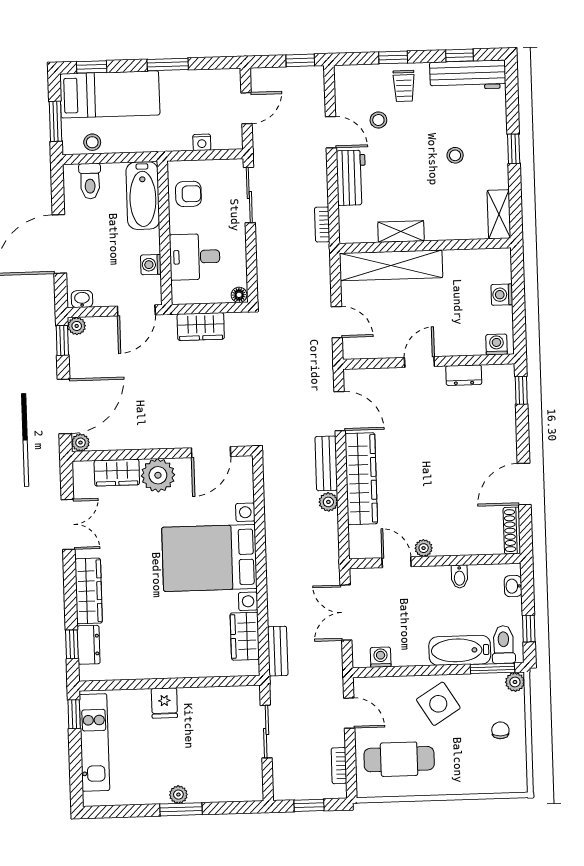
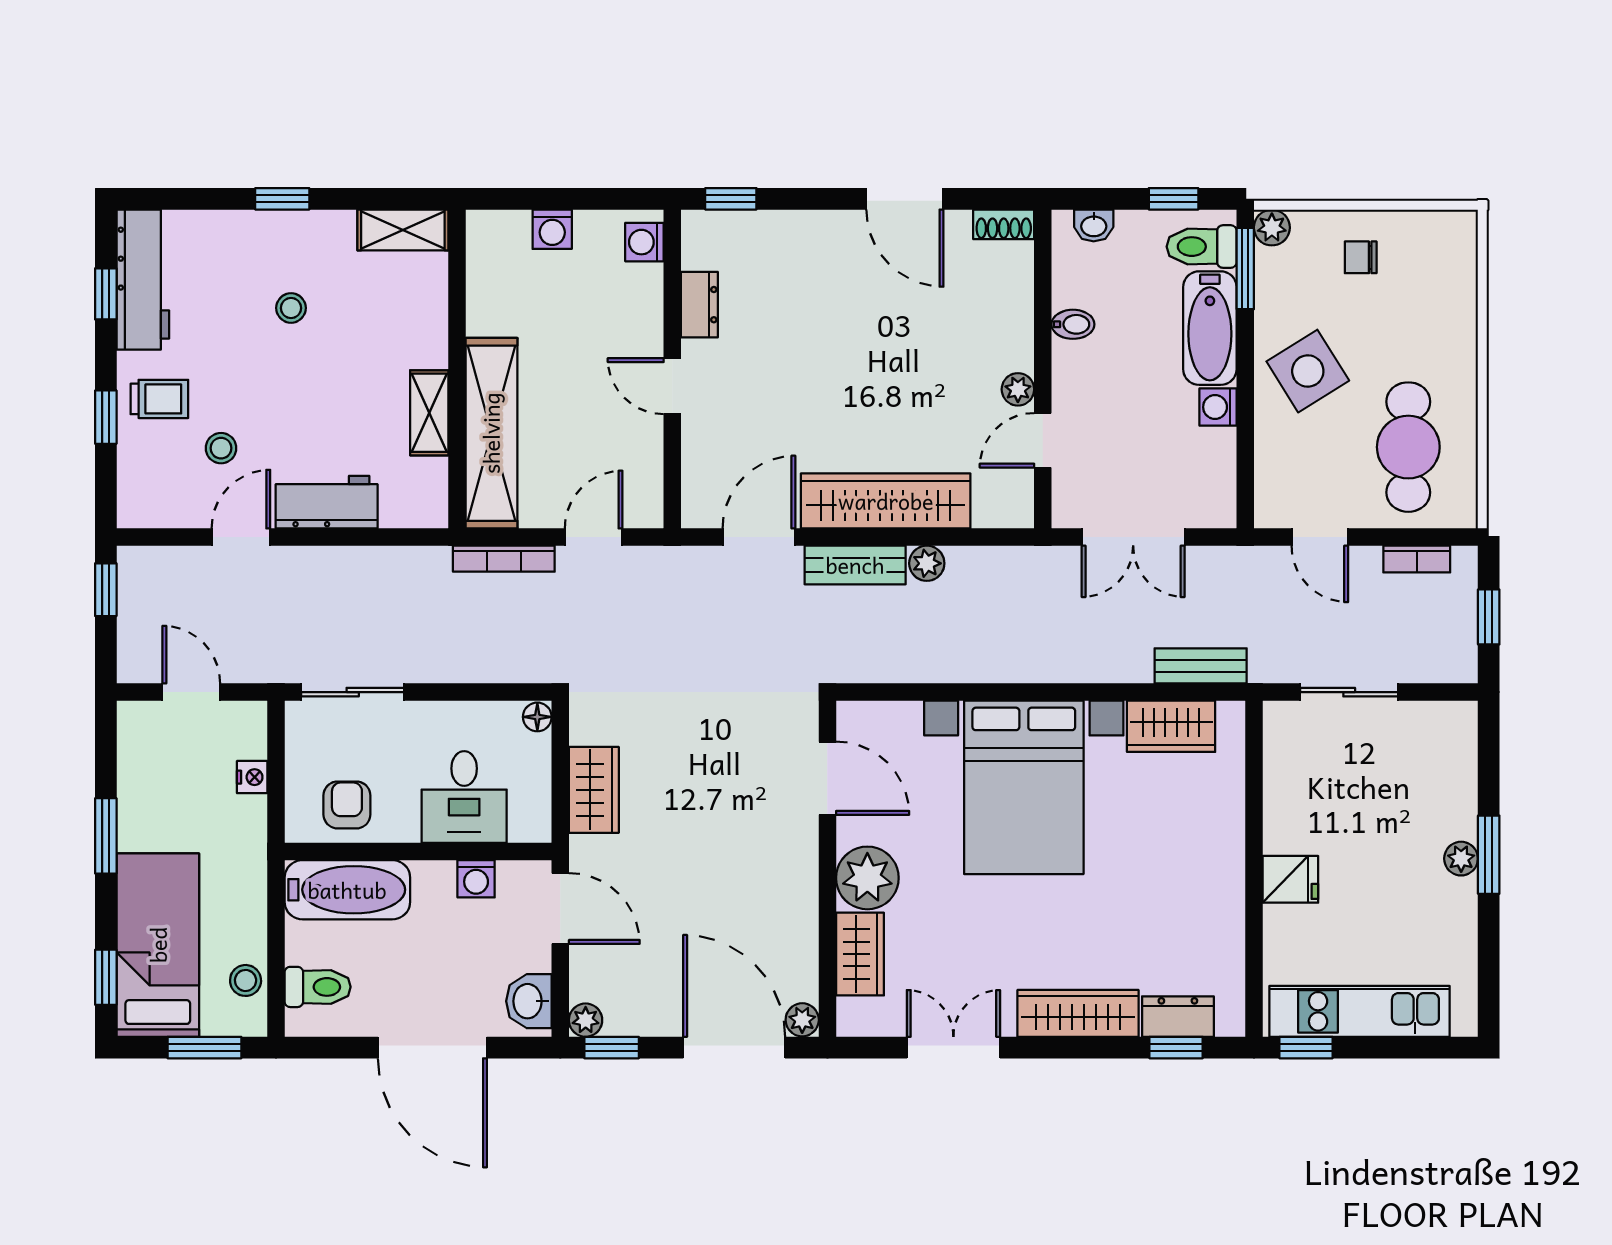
bookcase: (322, 224) -> (504, 559), moved, width x1.56
washbasin: (82, 299) -> (529, 1001), width x1.38, depth x1.45
shoe rack: (512, 531) -> (1004, 224), width x0.70
washing machine: (381, 657) -> (1218, 407), moved
door: (349, 713) -> (1320, 537), swing flipped

